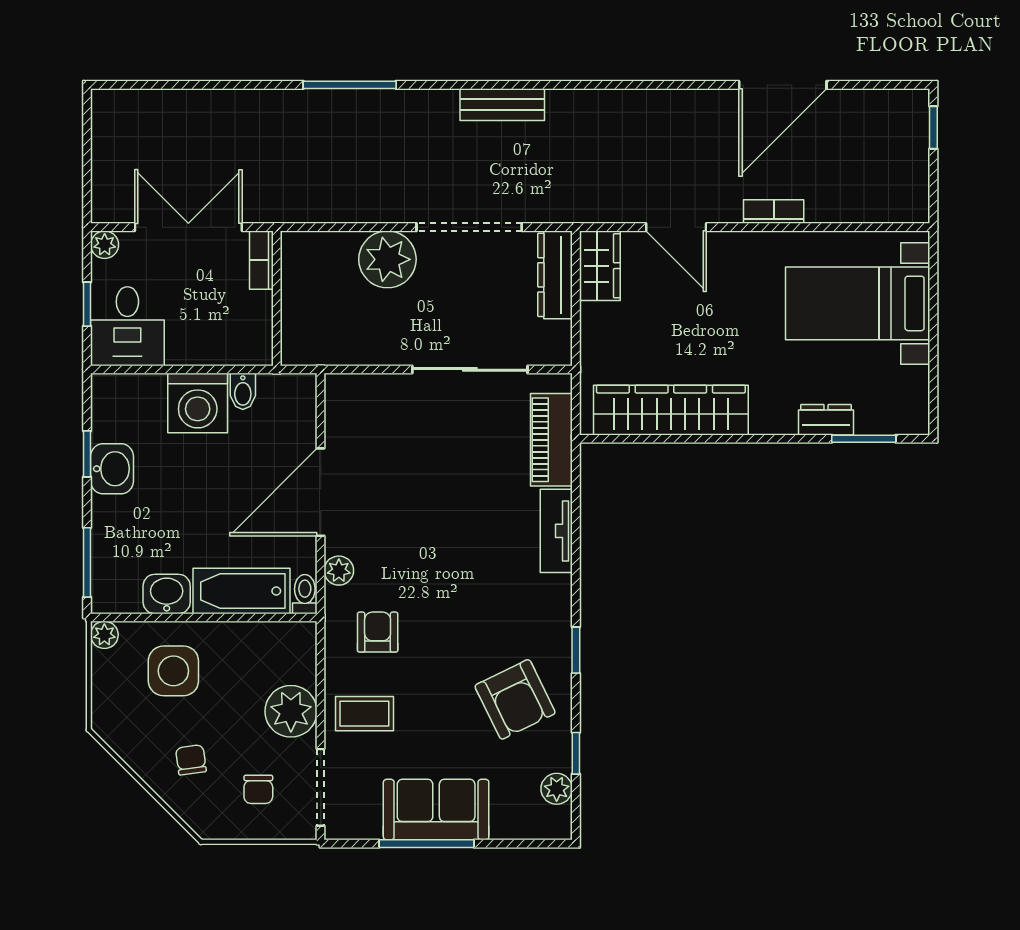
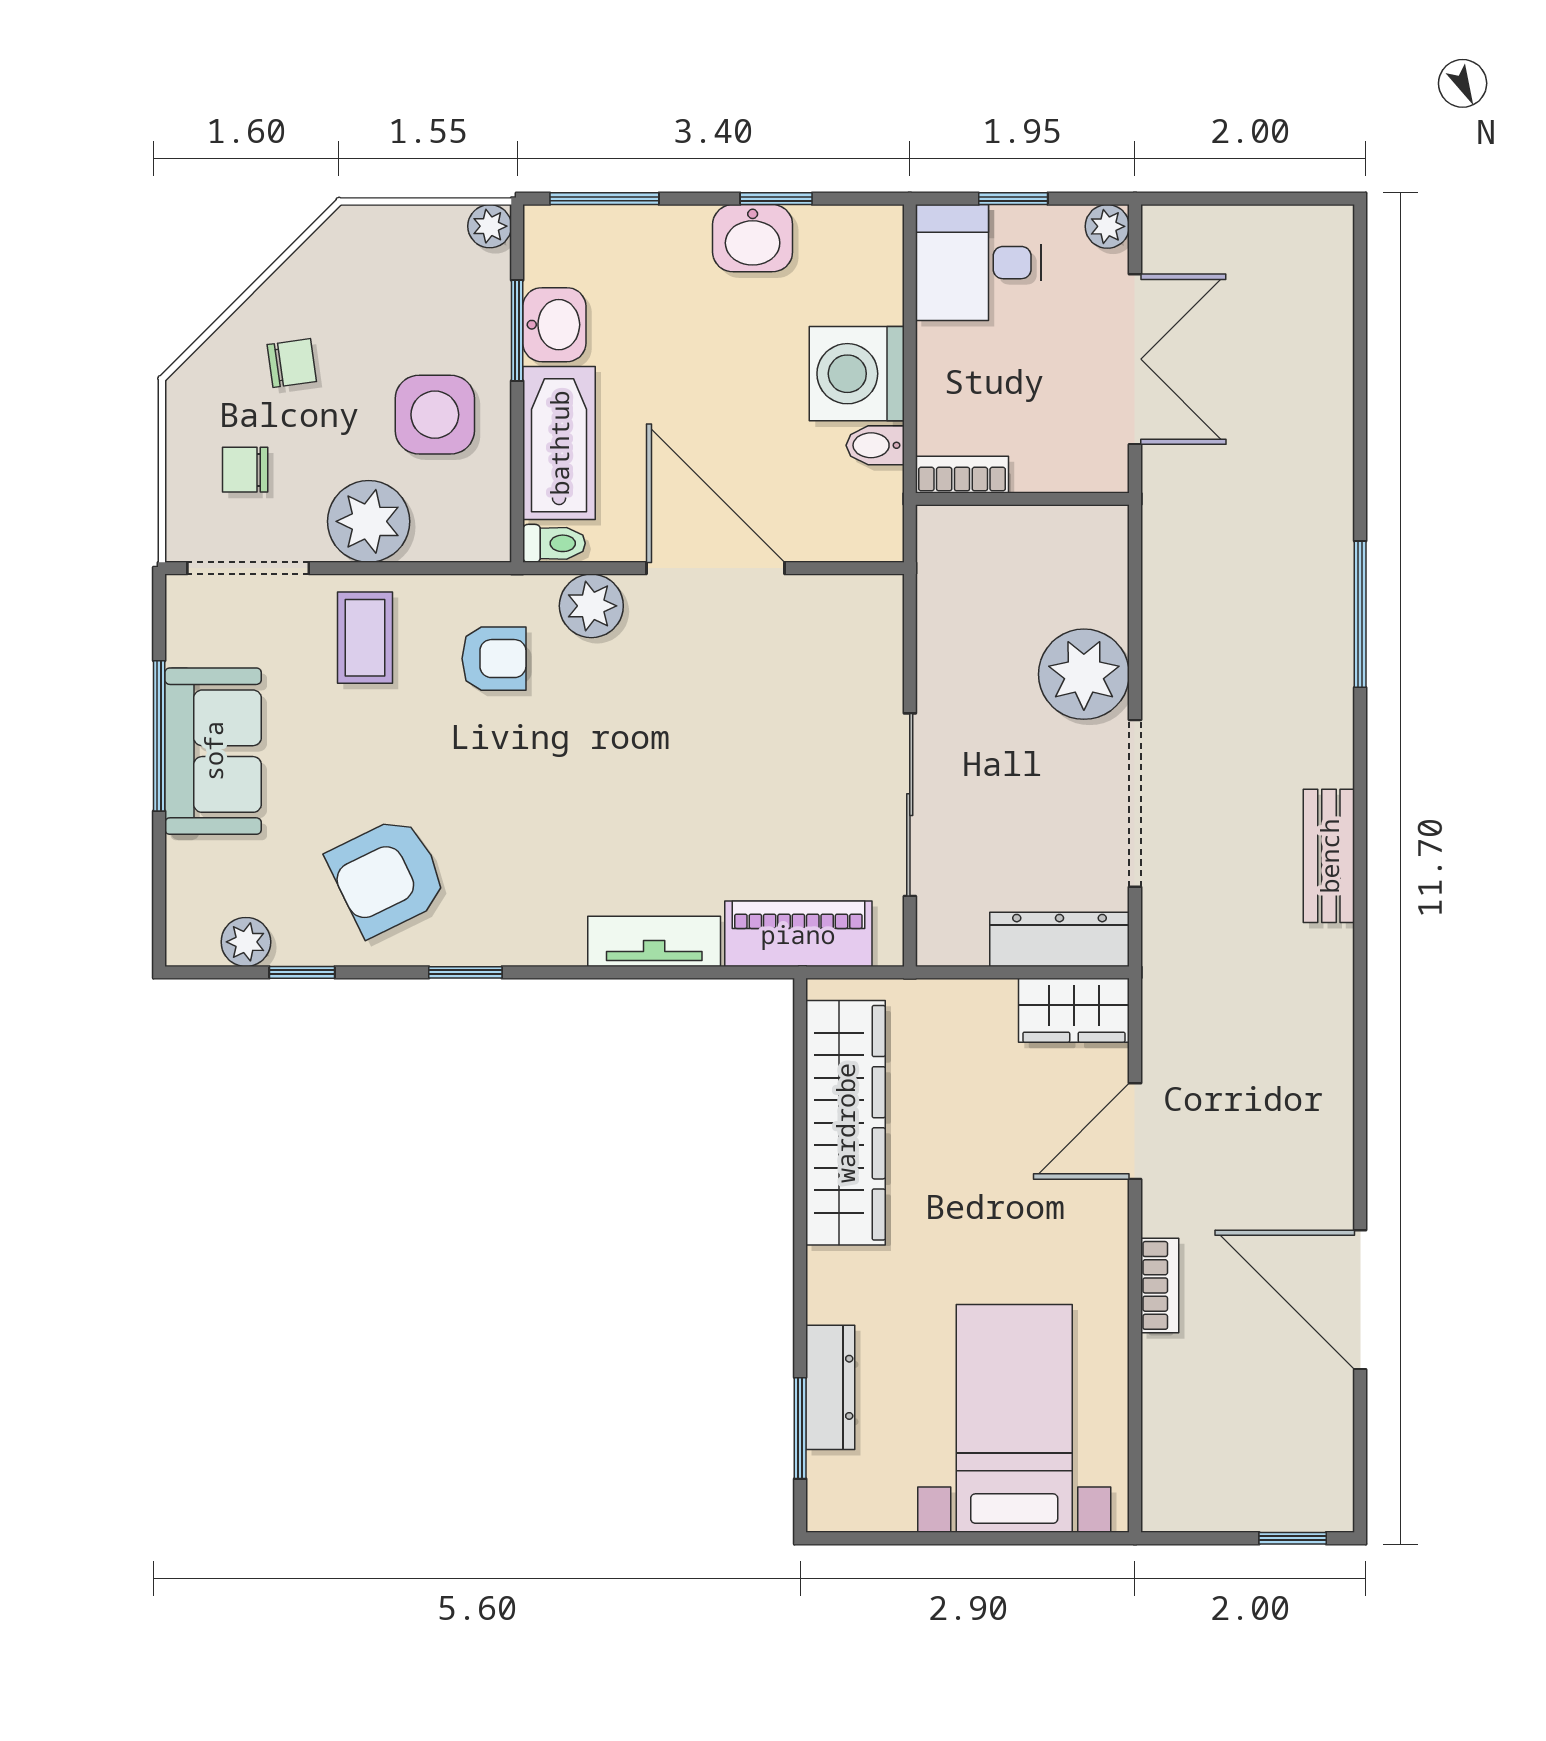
bookcase: (261, 260) -> (962, 475), moved
dresser: (826, 420) -> (830, 1387), width x1.44
plant: (339, 571) -> (591, 606), width x1.38, depth x1.38
window: (170, 617) -> (517, 331), added
side table: (173, 671) -> (435, 415), moved

